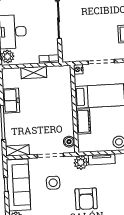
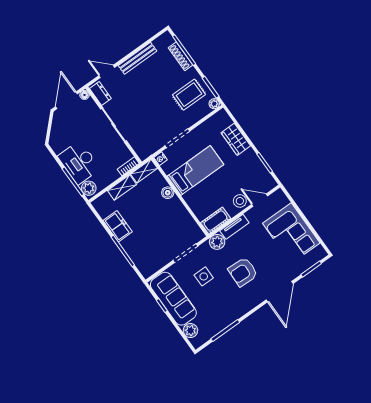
cot: (83, 121) -> (216, 221), moved, turned 90
boiler: (69, 142) -> (168, 193), moved
shelving: (17, 150) -> (144, 171), moved
armchair: (86, 199) -> (243, 272), turned 92

